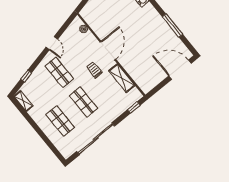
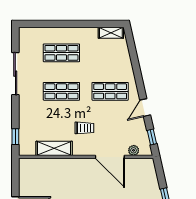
door: (52, 43) -> (145, 108), hinge flipped
door: (108, 51) -> (110, 157), moved
window: (26, 76) -> (152, 137), moved
sliding door: (96, 139) -> (15, 74), width x0.73

